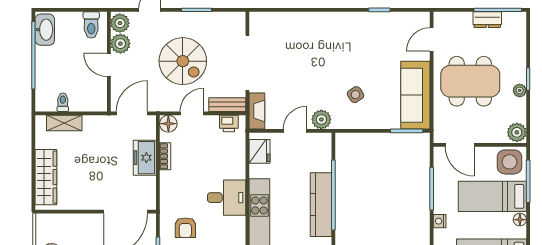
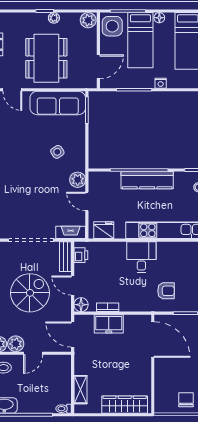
toilet: (63, 102) -> (64, 409), moved

